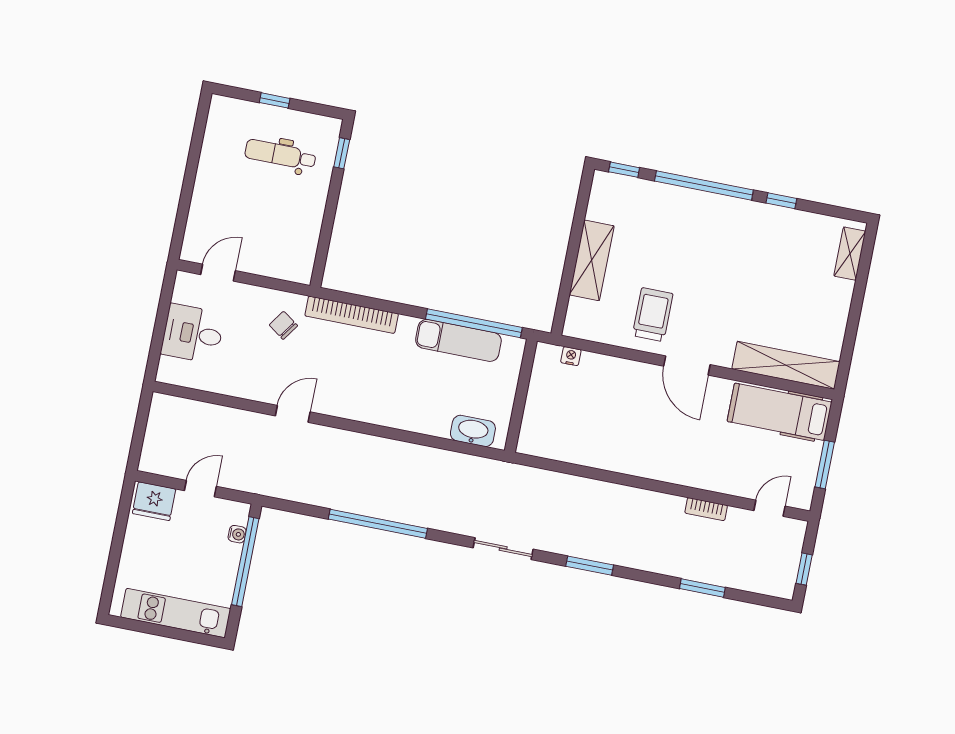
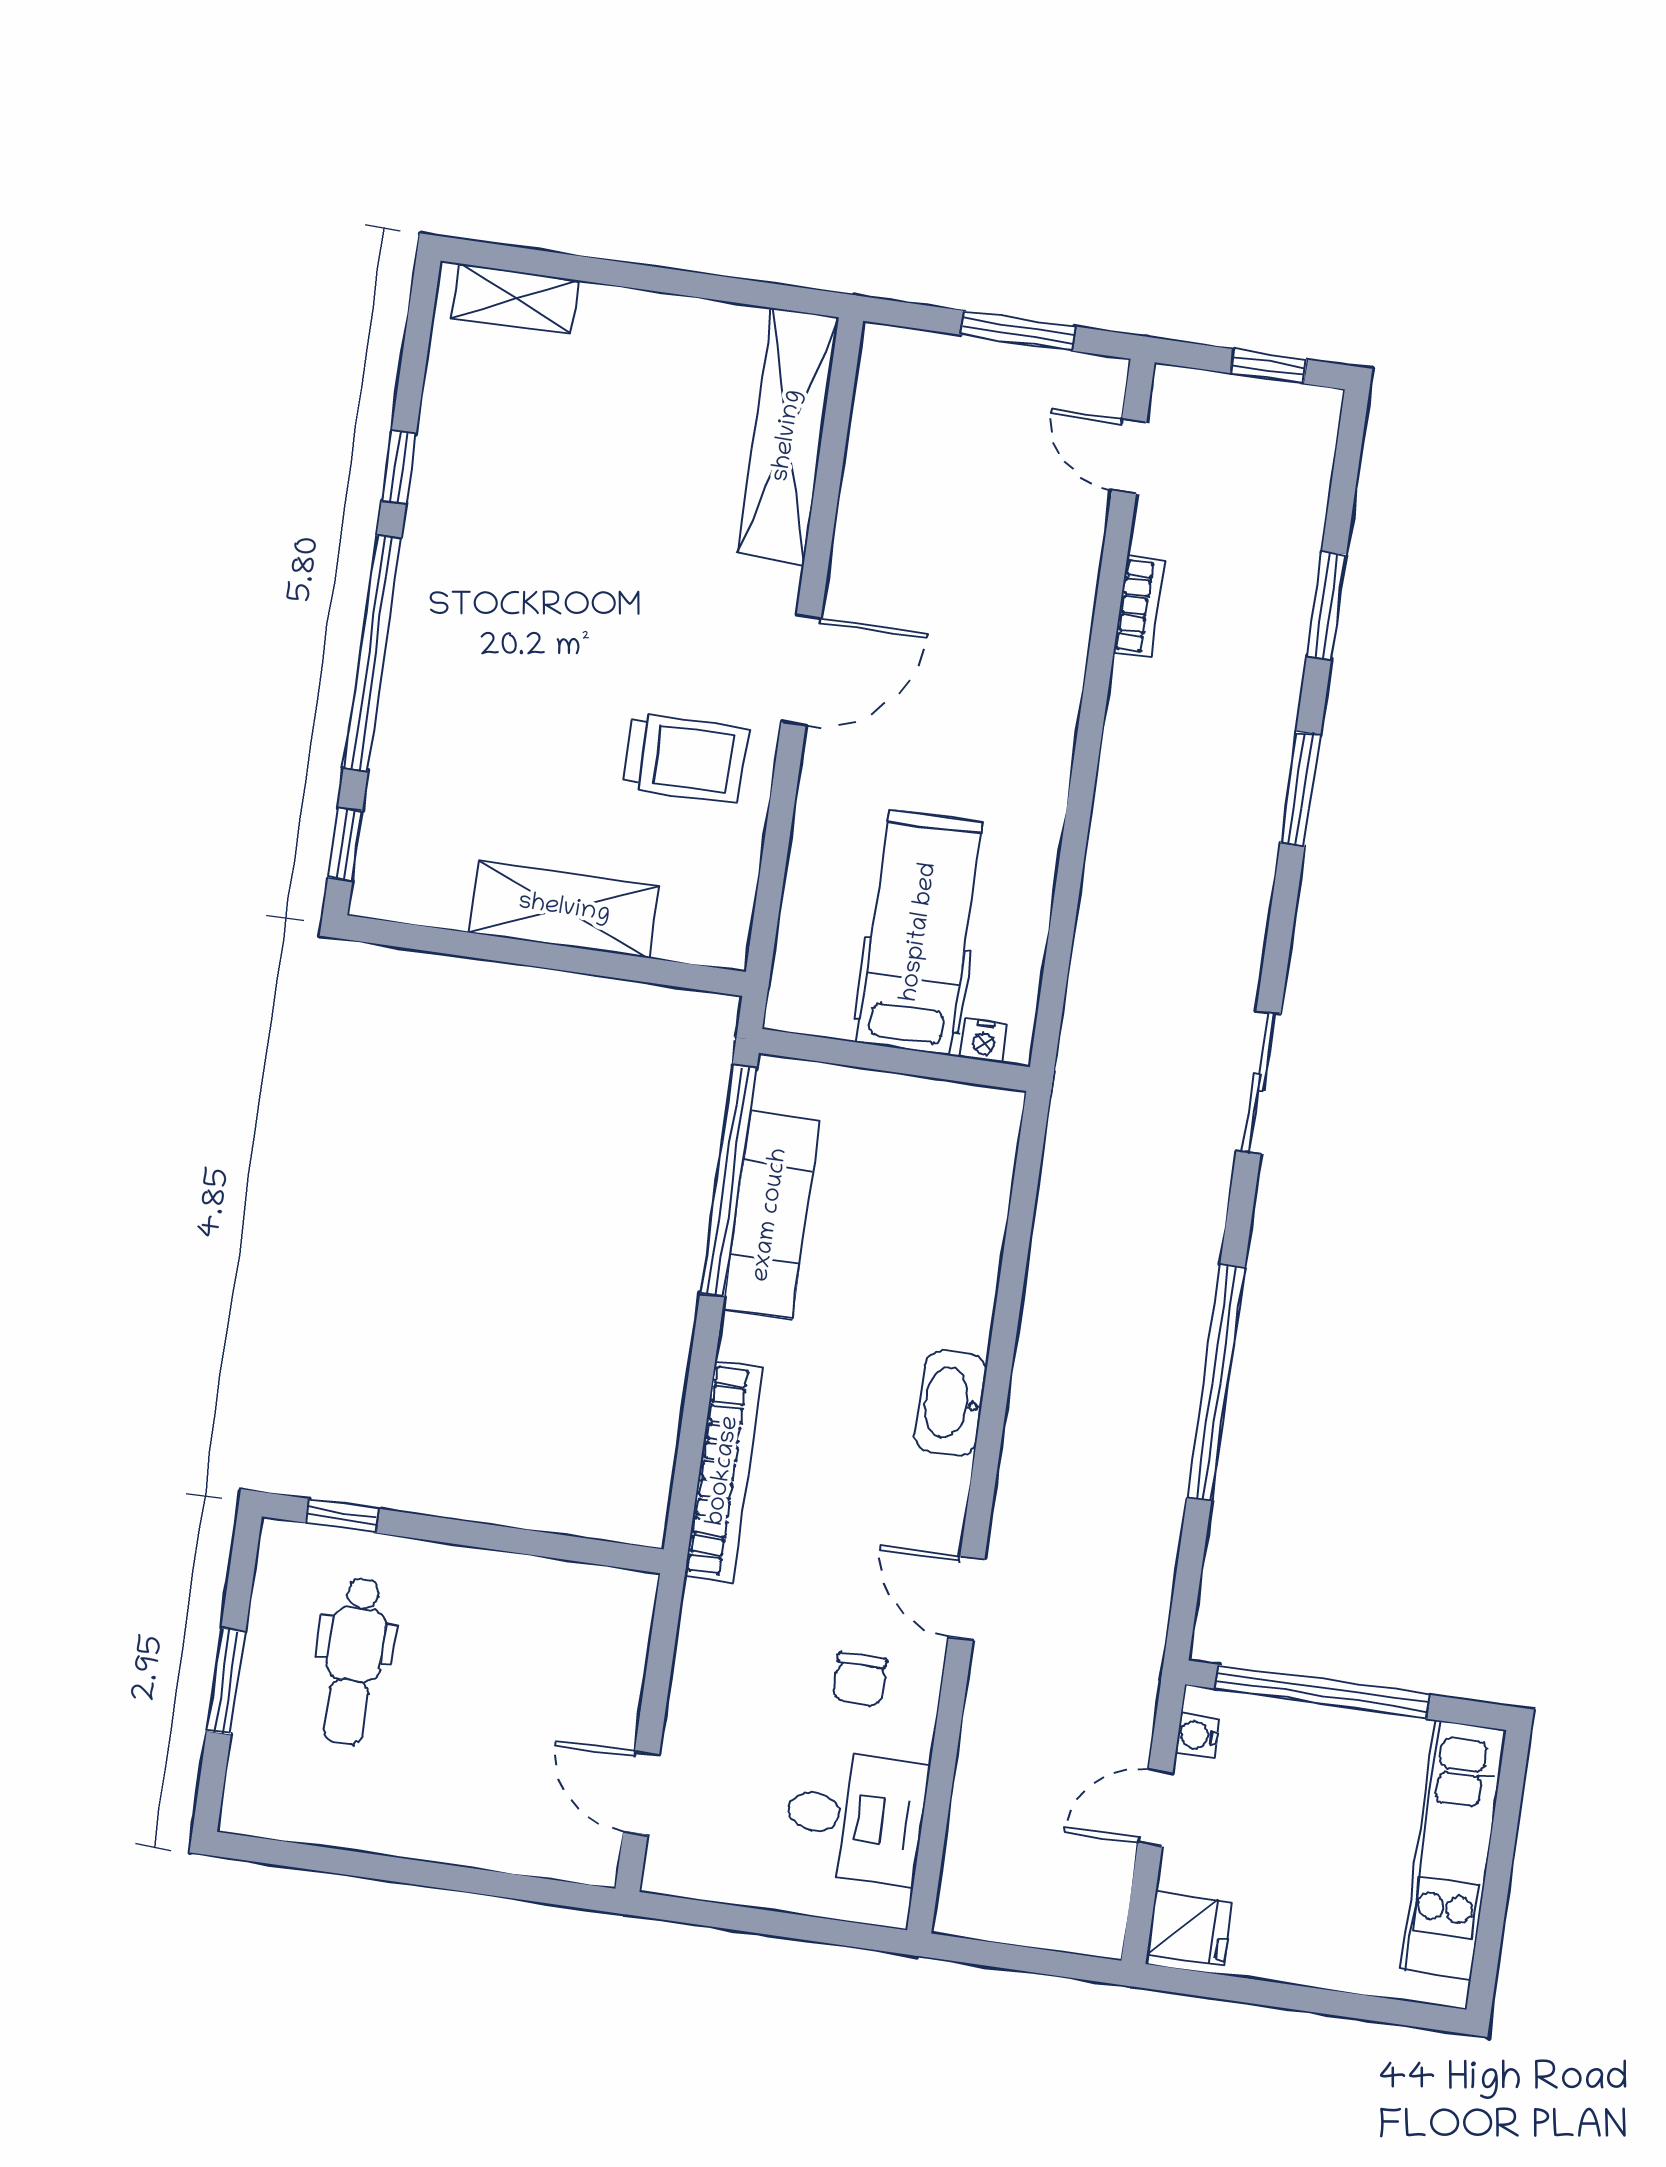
window: (275, 100) -> (226, 1682), width x1.50
trolley: (653, 315) -> (685, 758), turned 180
chair: (283, 325) -> (859, 1679), moved, turned -35
desk: (193, 334) -> (855, 1817), moved, turned -90
nightstand: (571, 356) -> (984, 1041), moved, turned -90
hospital bed: (780, 412) -> (920, 932), moved, turned 180
washbasin: (473, 431) -> (950, 1403), moved
door: (200, 489) -> (1155, 1808), hinge flipped
fridge: (154, 501) -> (1190, 1928), width x0.72
water cooler: (237, 534) -> (1198, 1735), moved, turned -90
window: (590, 566) -> (1300, 789), moved

